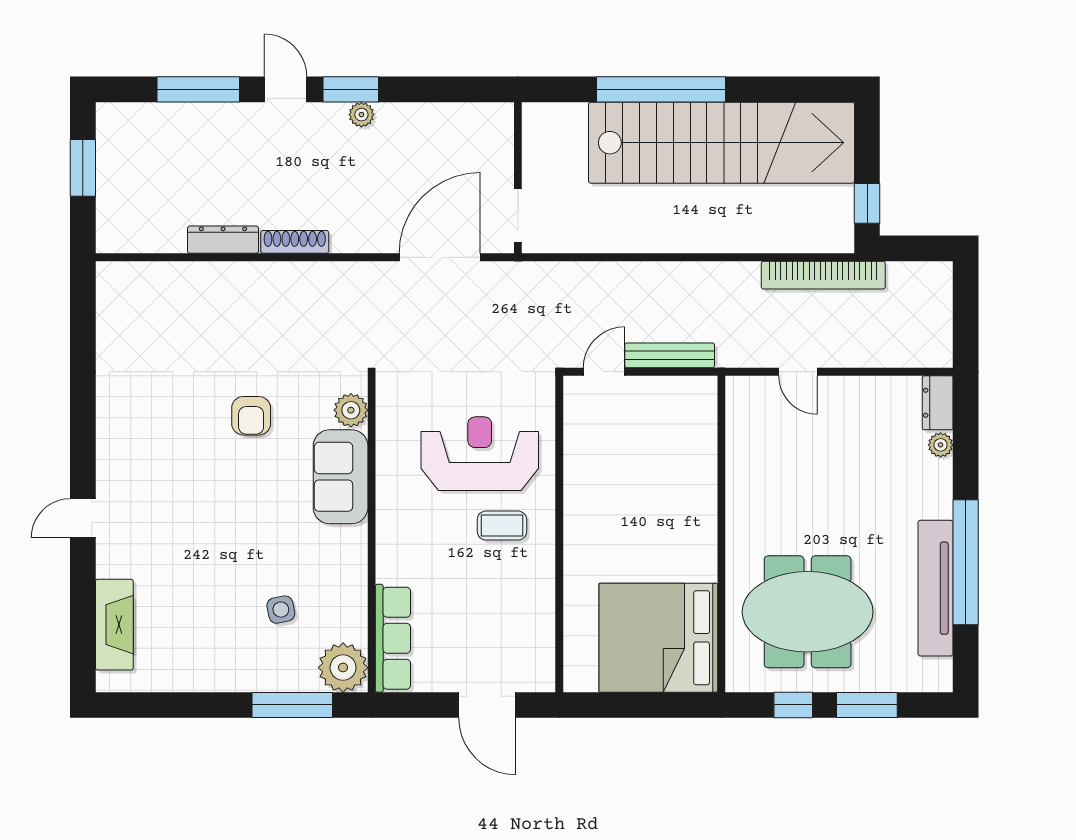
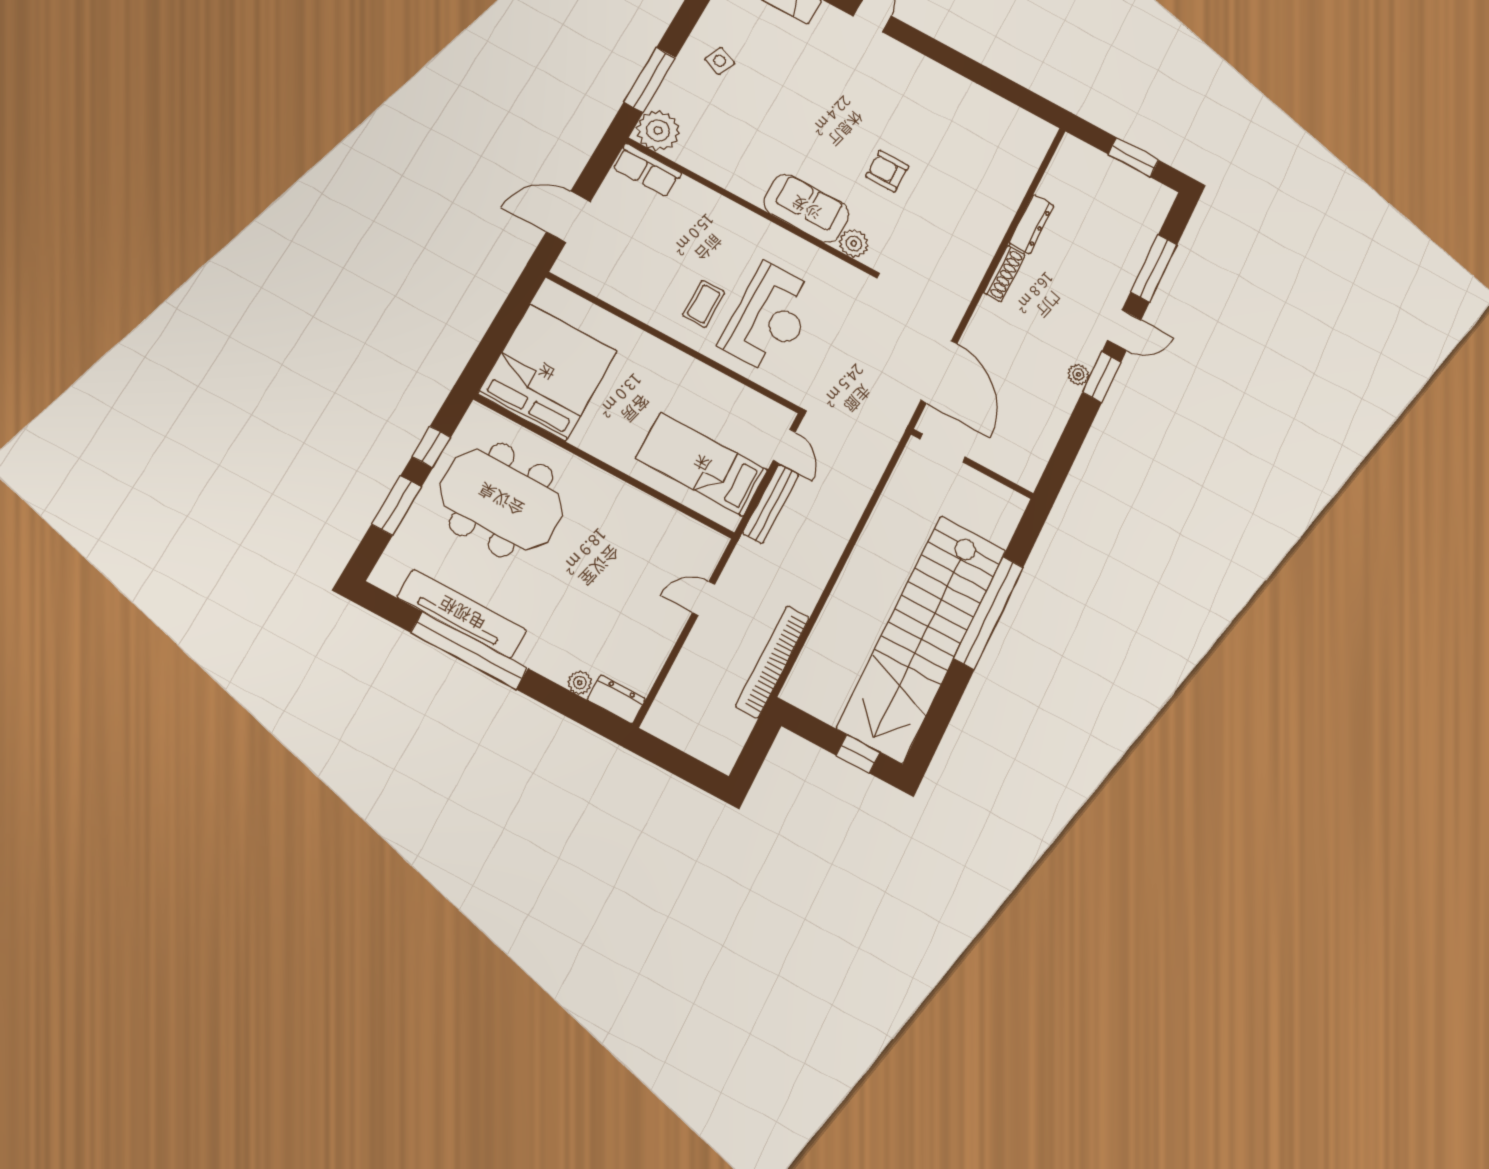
window: (867, 203) -> (858, 754), moved
bed: (667, 442) -> (702, 464), added
side table: (281, 610) -> (720, 61), moved, turned 34
meeting table: (808, 612) -> (501, 500), turned 90
row of seats: (393, 638) -> (647, 170), width x0.68

